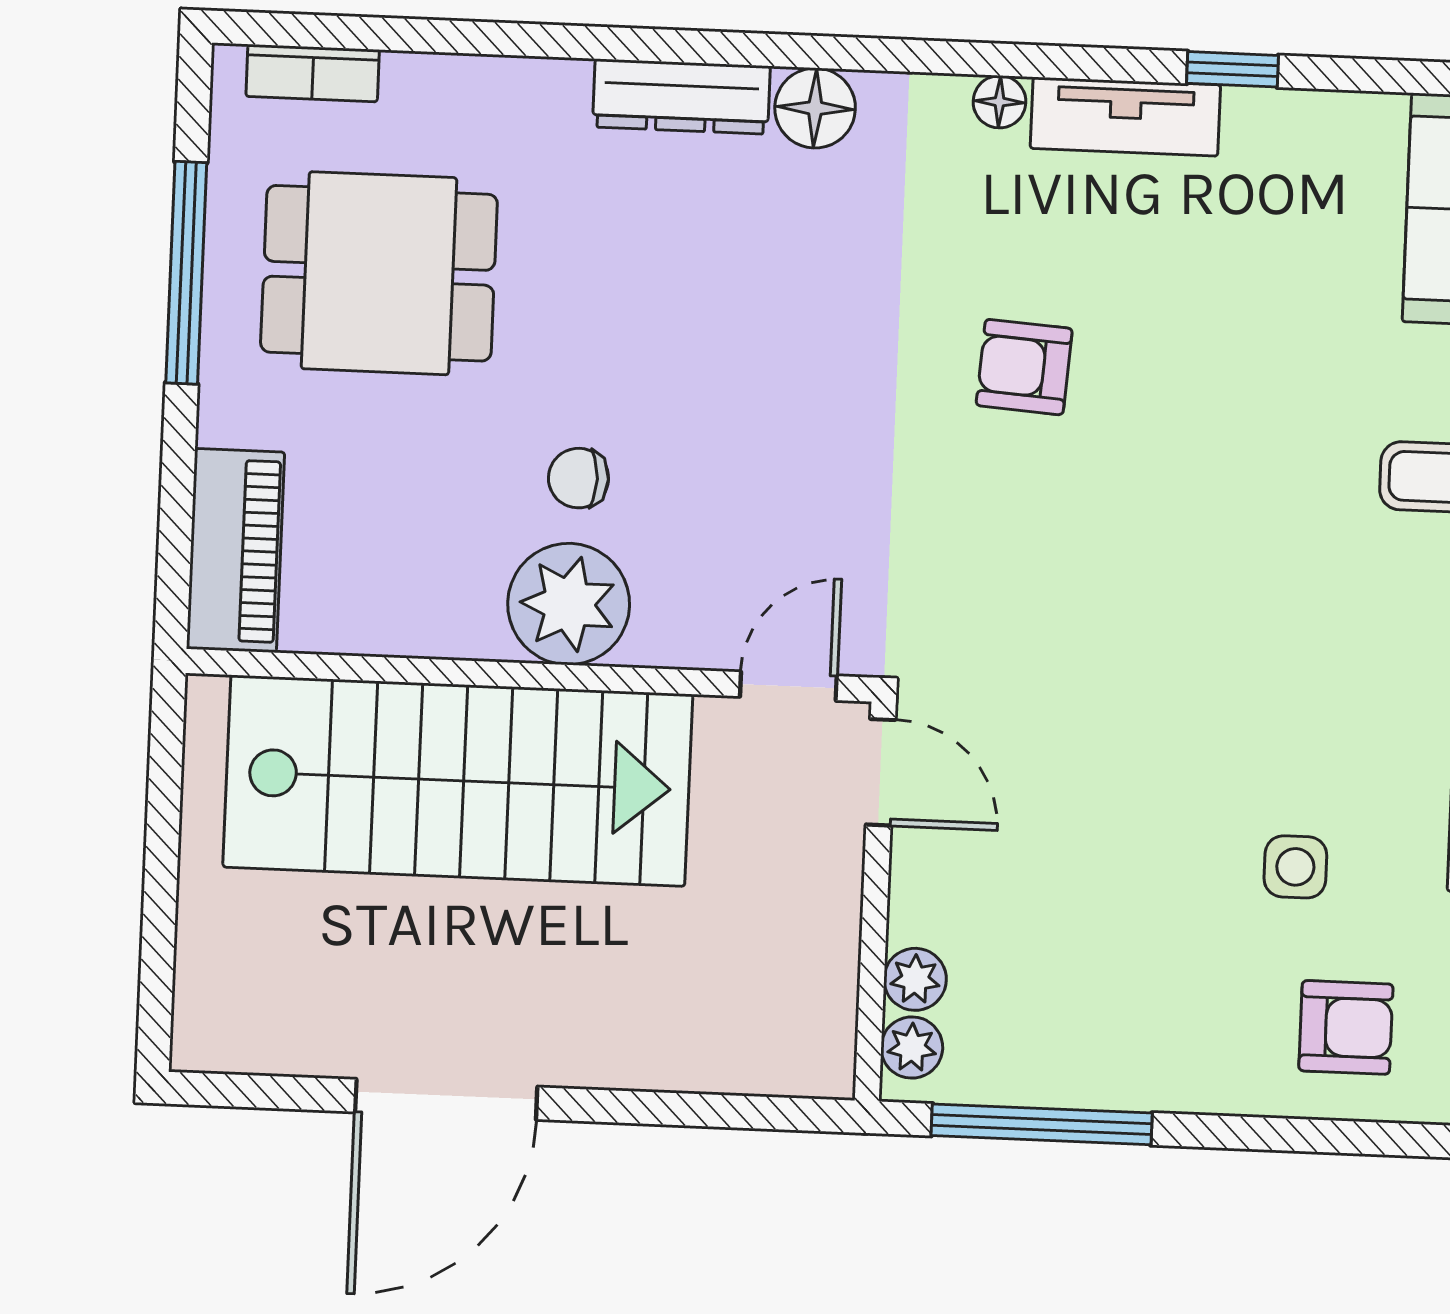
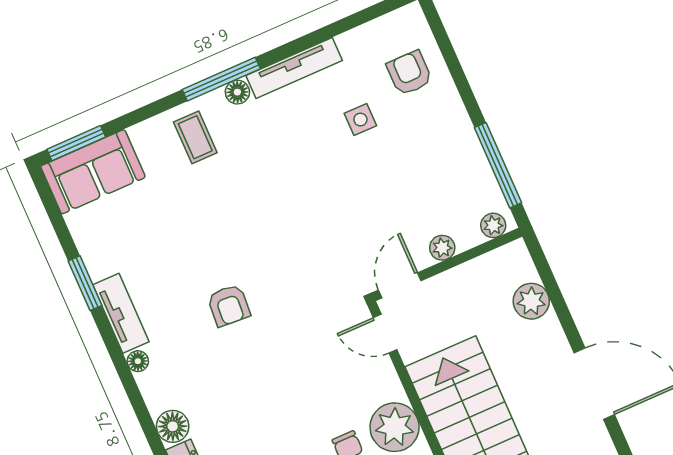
window: (1233, 69) -> (85, 283), width x1.50
plant: (915, 979) -> (442, 248), moved
plant: (700, 1049) -> (531, 301), added

